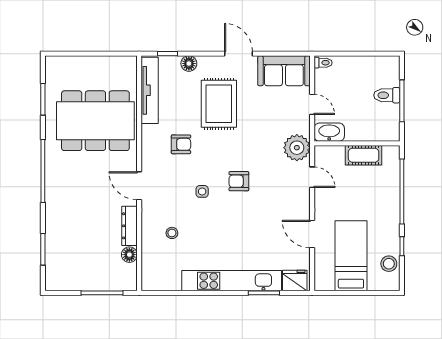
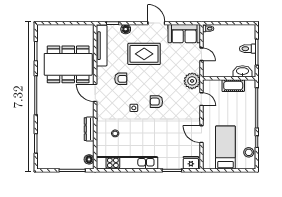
rug: (219, 104) -> (144, 54), turned 90
washbasin: (329, 132) -> (242, 71), moved
door: (139, 186) -> (95, 93), moved
floor lamp: (129, 255) -> (89, 159), moved
kitchen unit: (232, 281) -> (127, 163), moved

